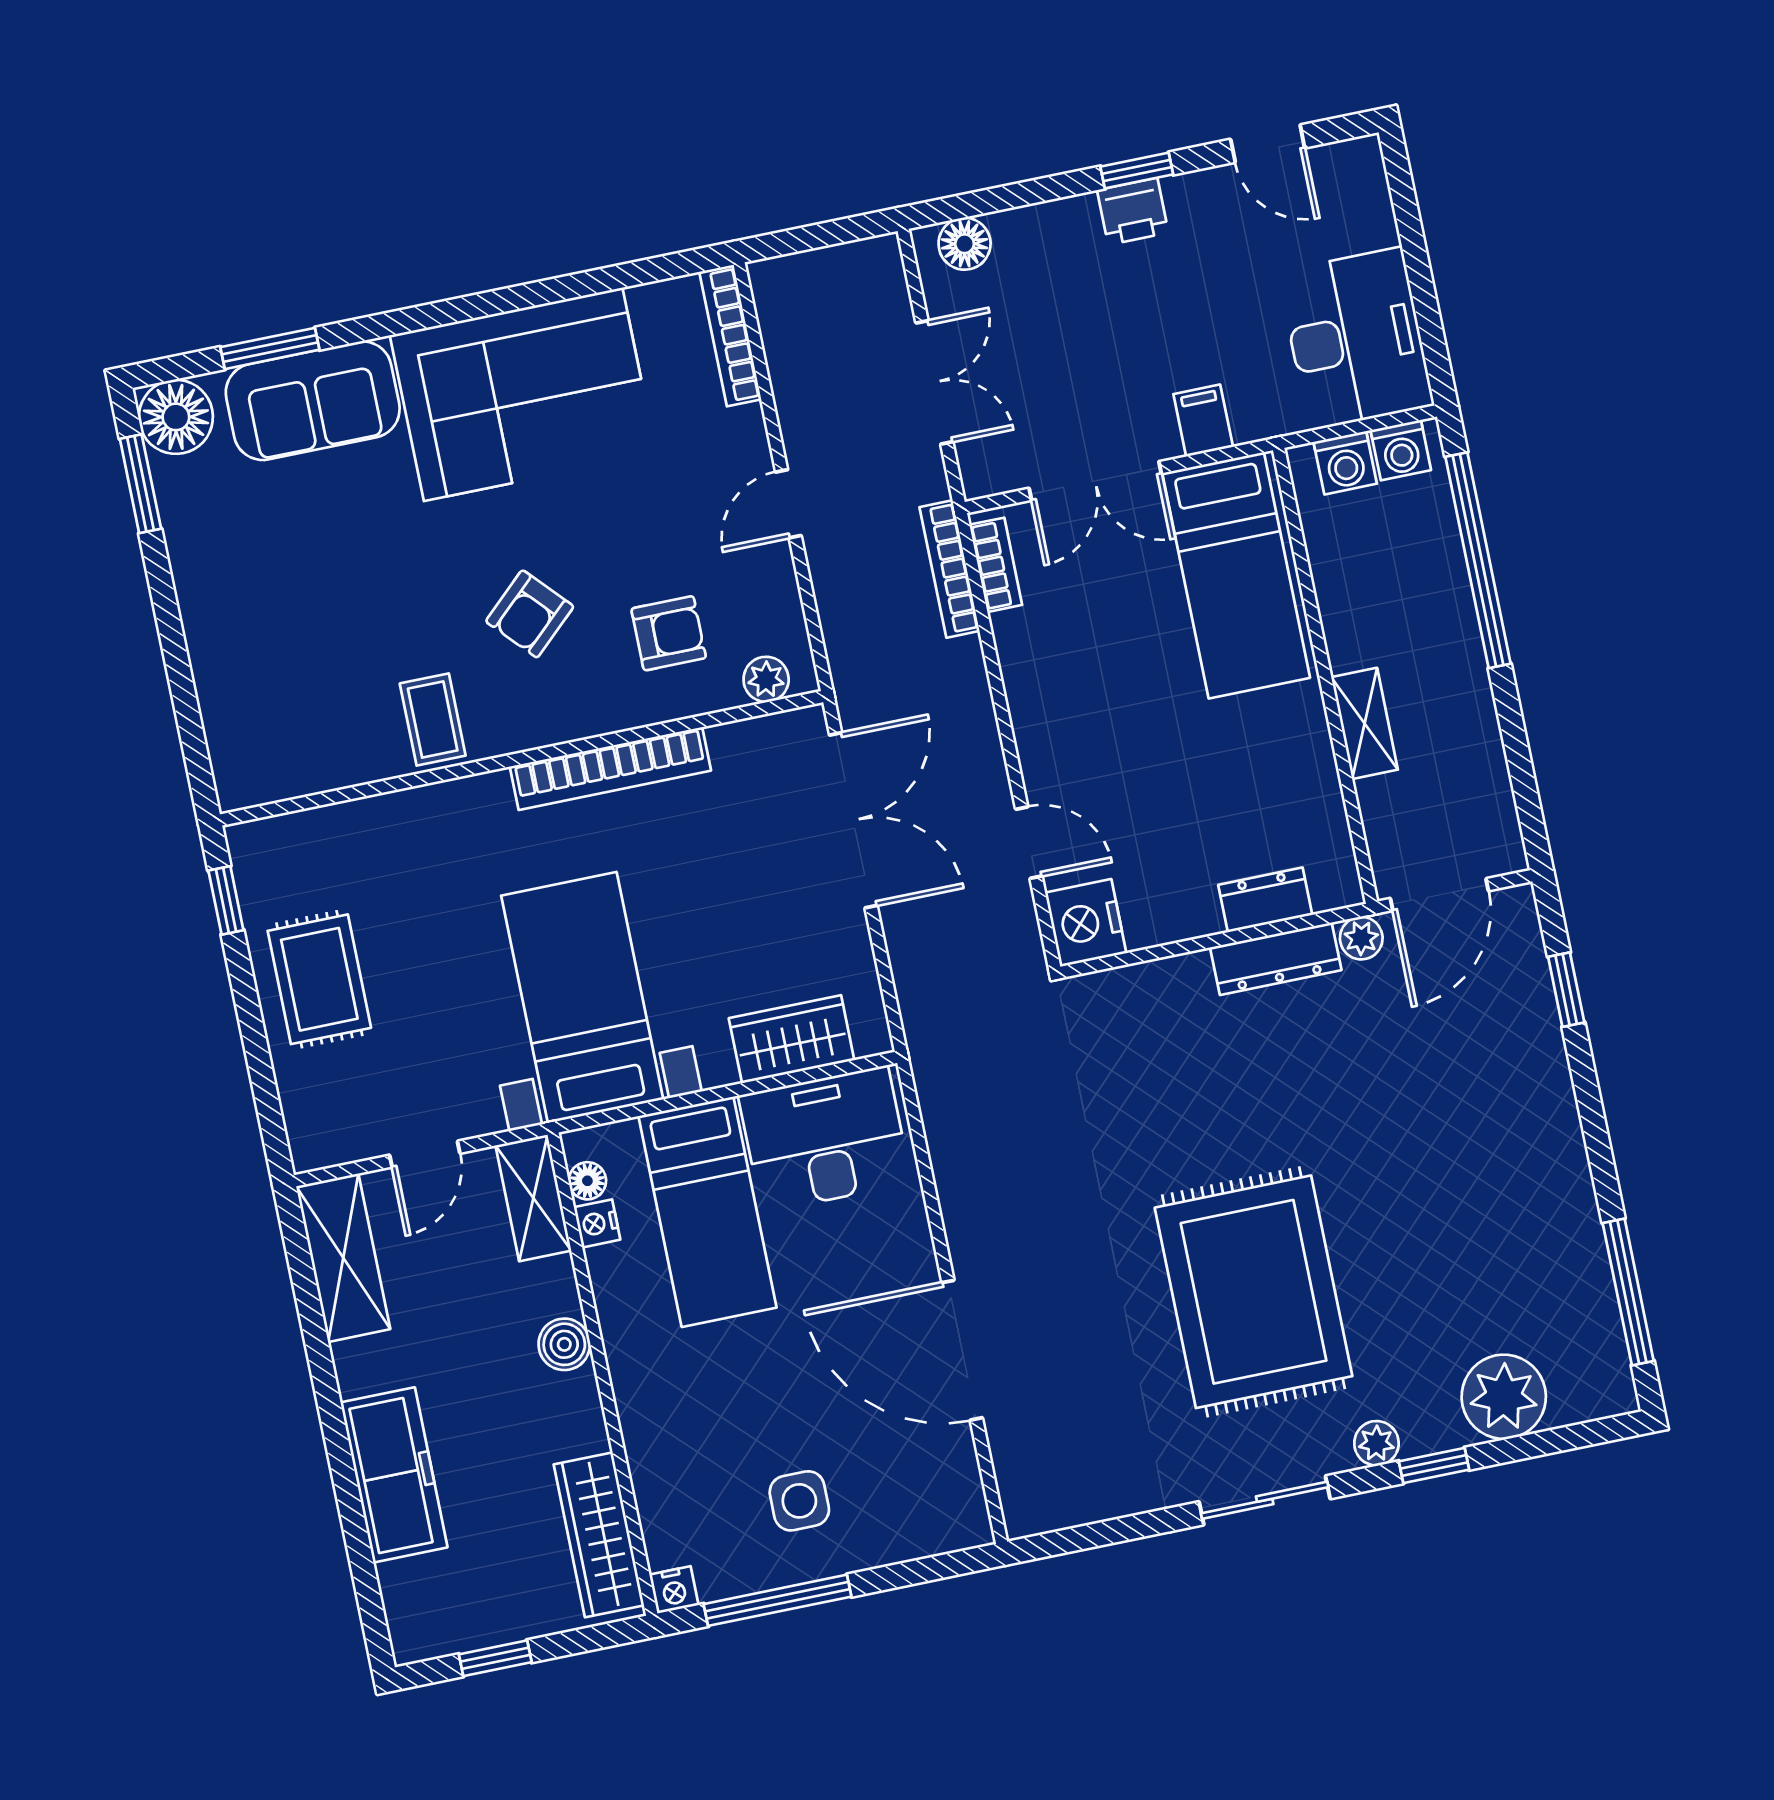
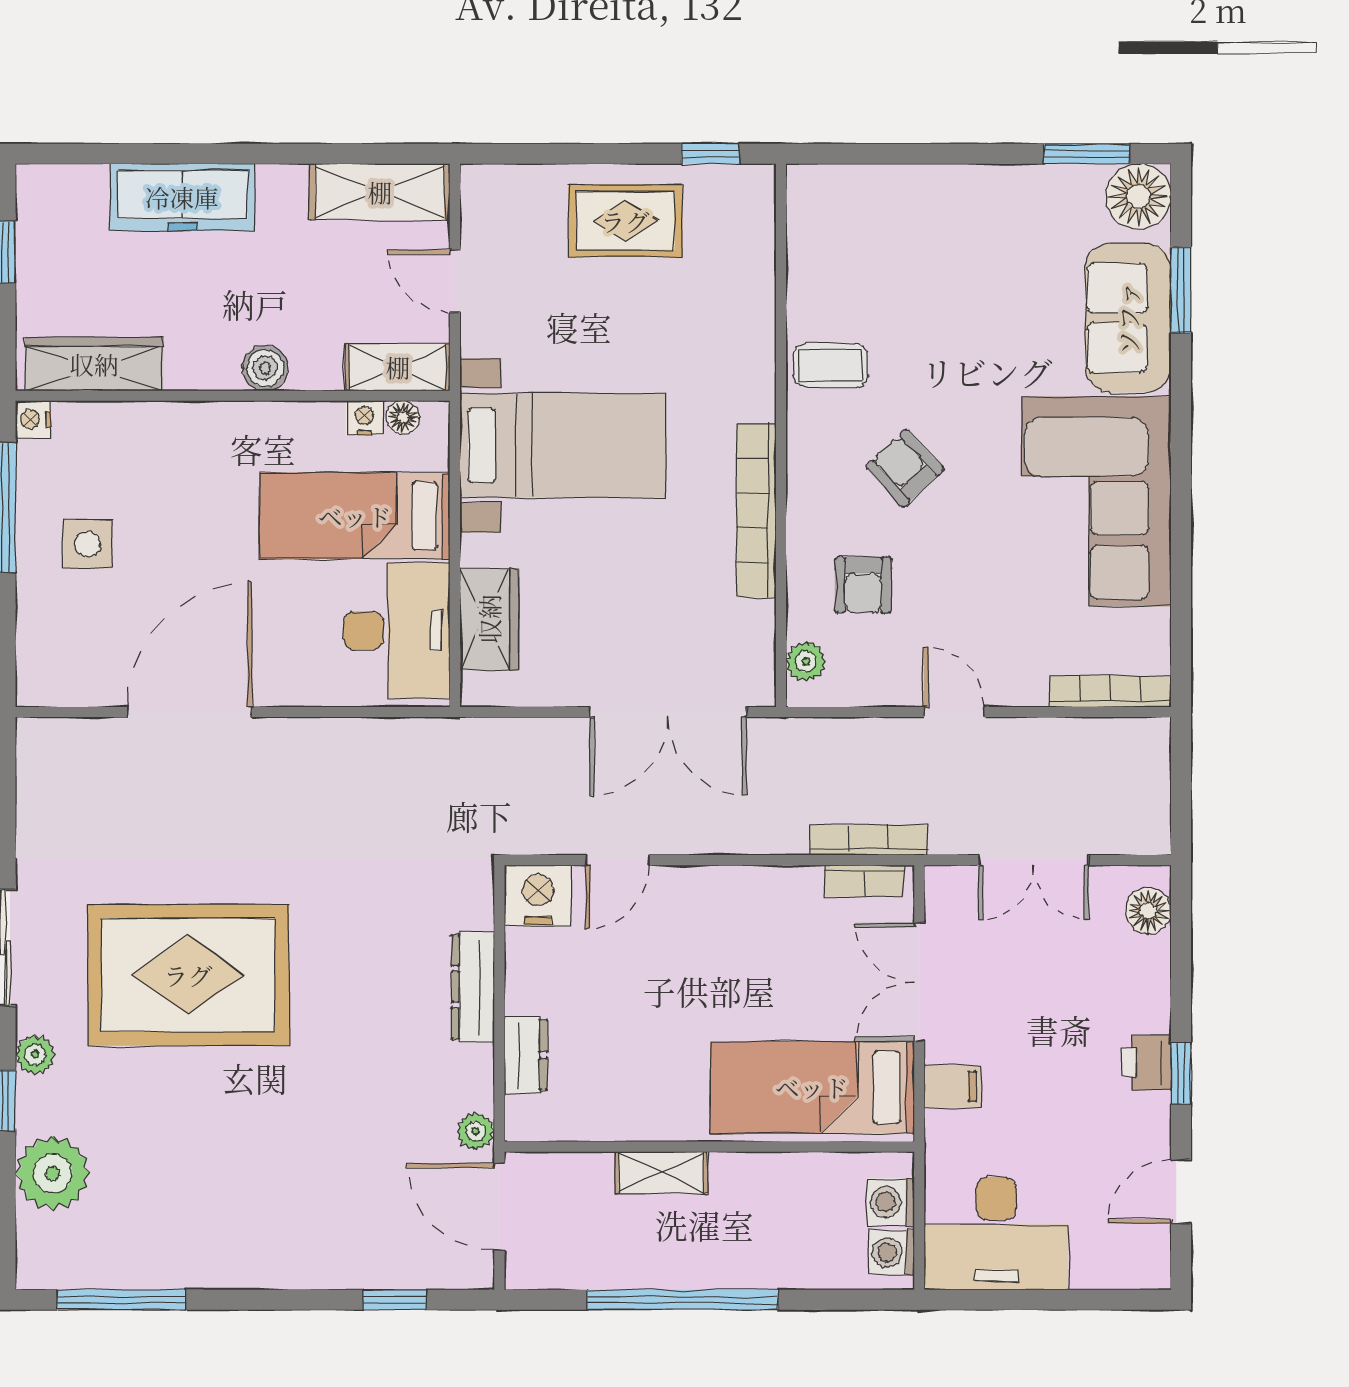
window: (1478, 560) -> (683, 1300), moved
dresser: (1276, 959) -> (473, 987), moved

